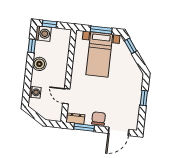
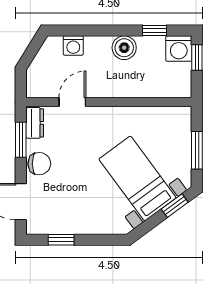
bed with nightstands: (99, 55) -> (138, 178), moved, turned 54
window: (144, 98) -> (61, 240), moved

